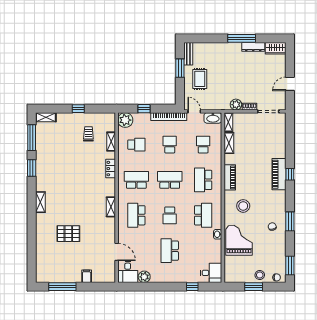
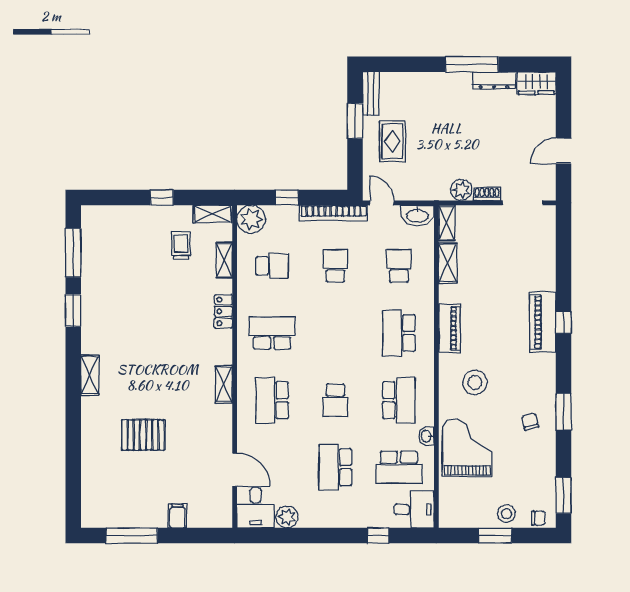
shelving: (46, 117) -> (213, 214), moved
school desk: (170, 180) -> (399, 467), moved, turned 180

